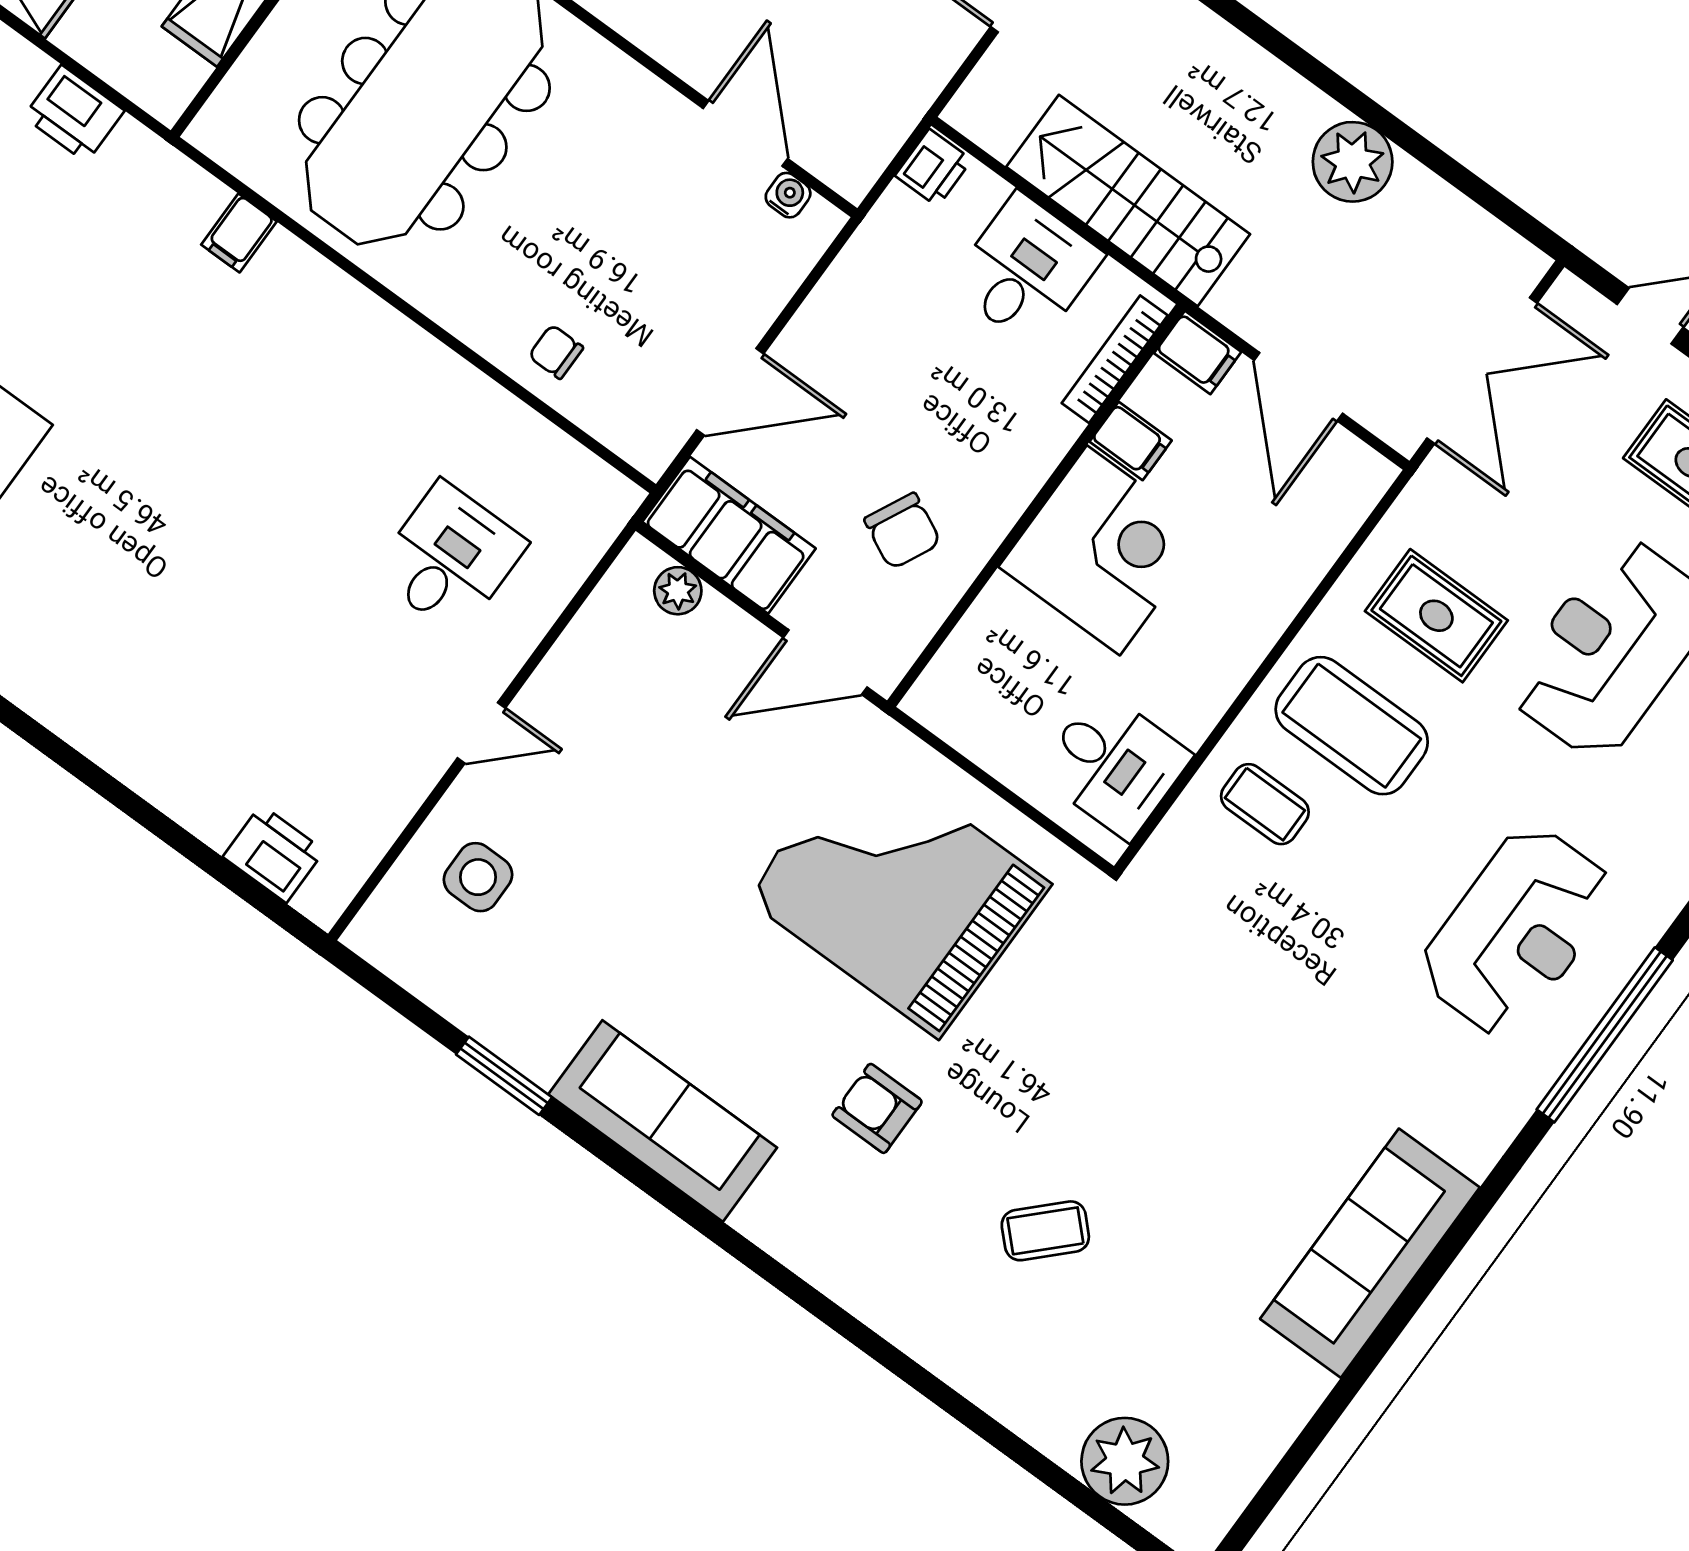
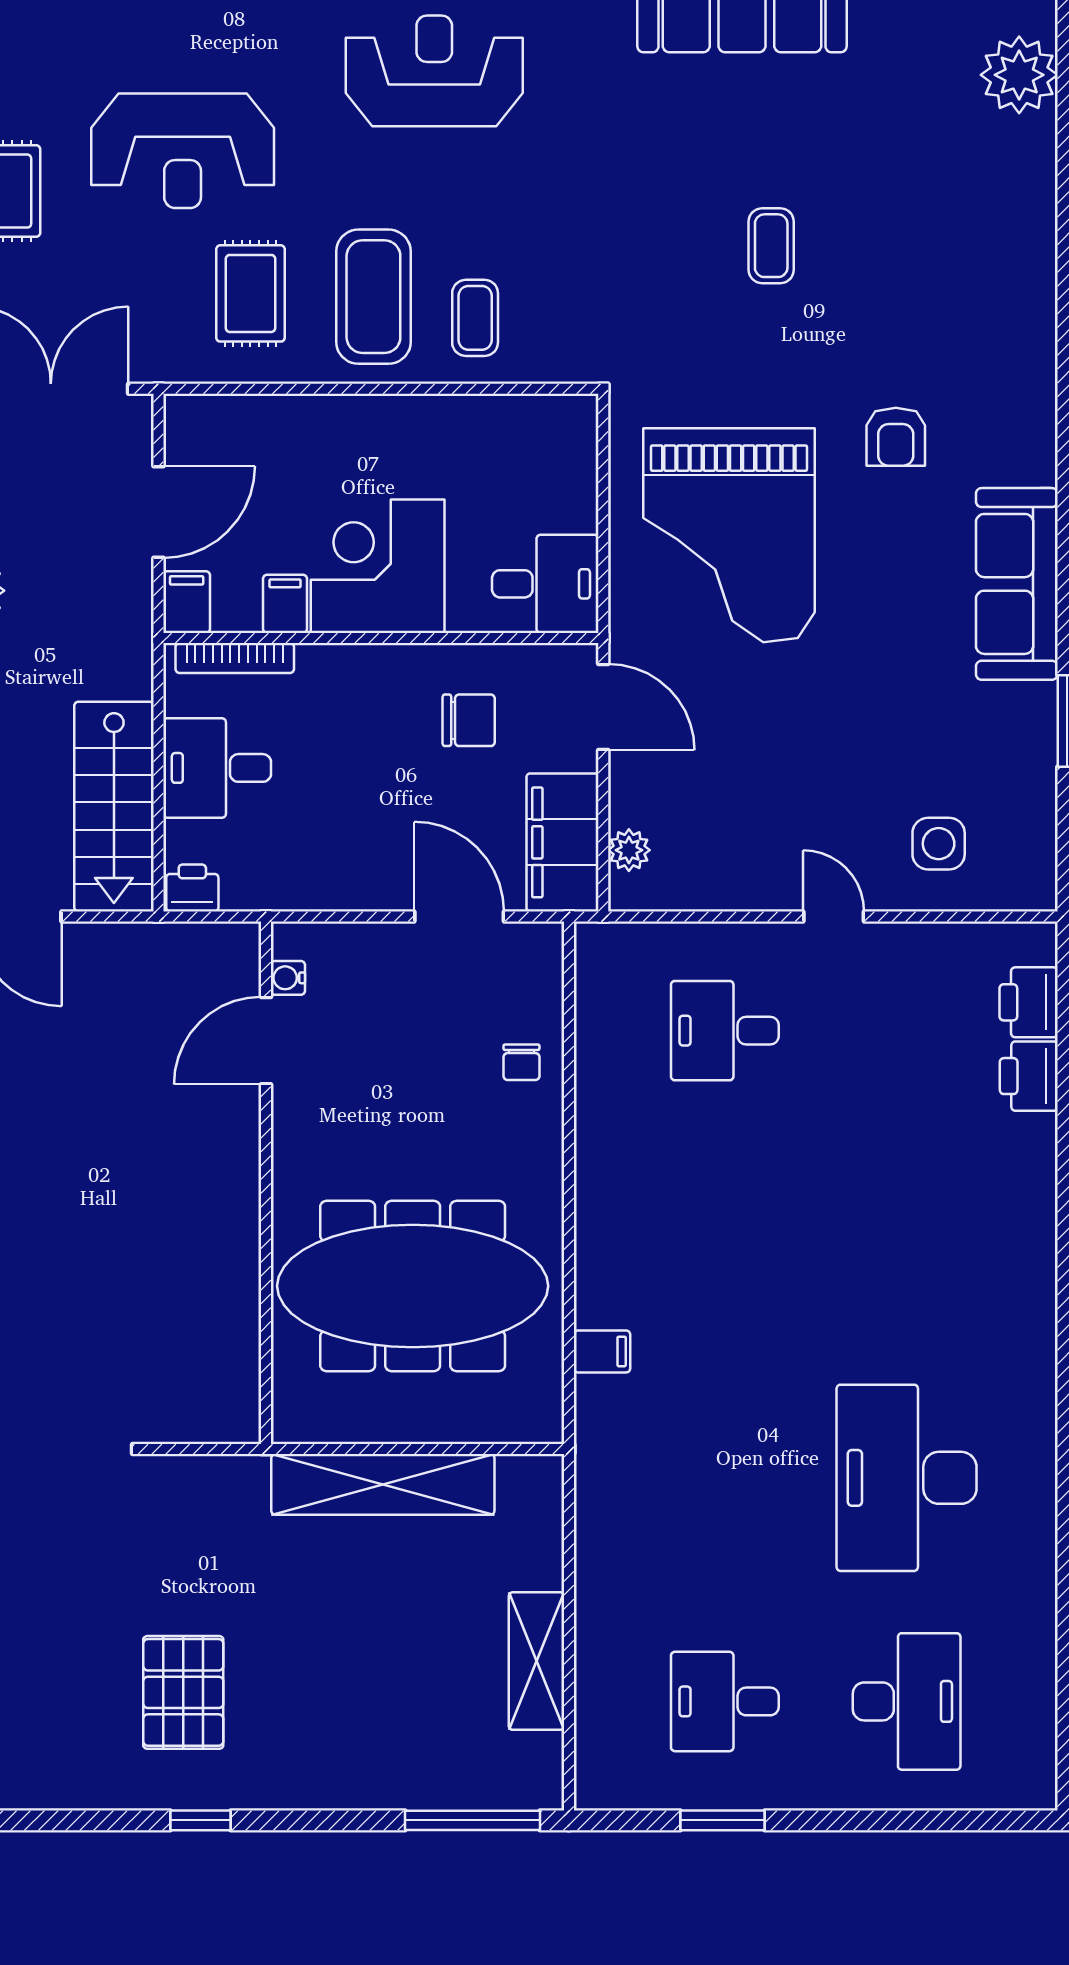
printer: (74, 114) -> (1029, 1076), moved, turned 180
stairs: (1128, 200) -> (114, 807), moved
chair: (903, 531) -> (469, 720), turned 64
desk: (1114, 764) -> (545, 584), moved, turned 90
coffee table: (1045, 1231) -> (771, 246), moved, turned 45

